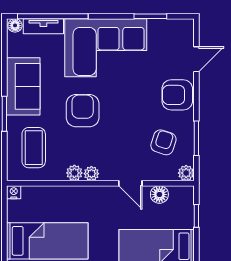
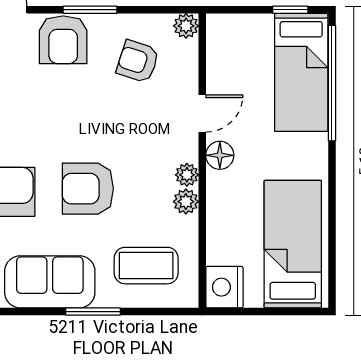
window: (196, 138) -> (90, 10), moved
nightstand: (14, 192) -> (224, 287), width x1.89, depth x1.79
floor lamp: (159, 194) -> (220, 155), moved
window: (196, 216) -> (290, 10), moved

